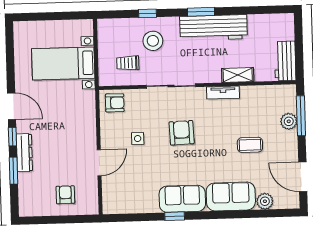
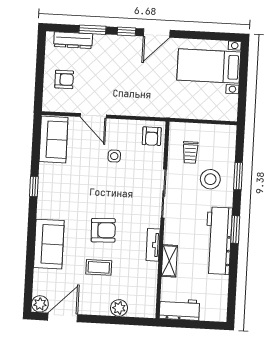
window: (148, 13) -> (238, 176), width x1.50
bed with nightstands: (63, 63) -> (209, 66), moved, turned -90
trolley: (128, 63) -> (190, 152), turned 180
window: (301, 116) -> (124, 321), removed
armchair: (182, 133) -> (103, 230), moved
coffee table: (250, 145) -> (99, 267), turned 90
dresser: (24, 153) -> (73, 40), moved
sofa: (182, 199) -> (54, 139), moved
plant: (265, 201) -> (40, 304), moved

